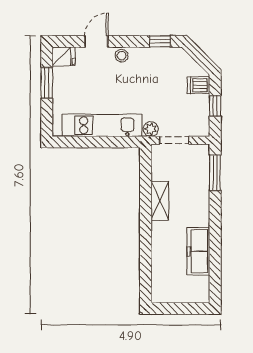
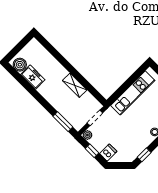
plant: (151, 129) -> (87, 135), moved
freezer: (198, 251) -> (33, 77), width x0.71
boiler: (199, 287) -> (20, 65), added

